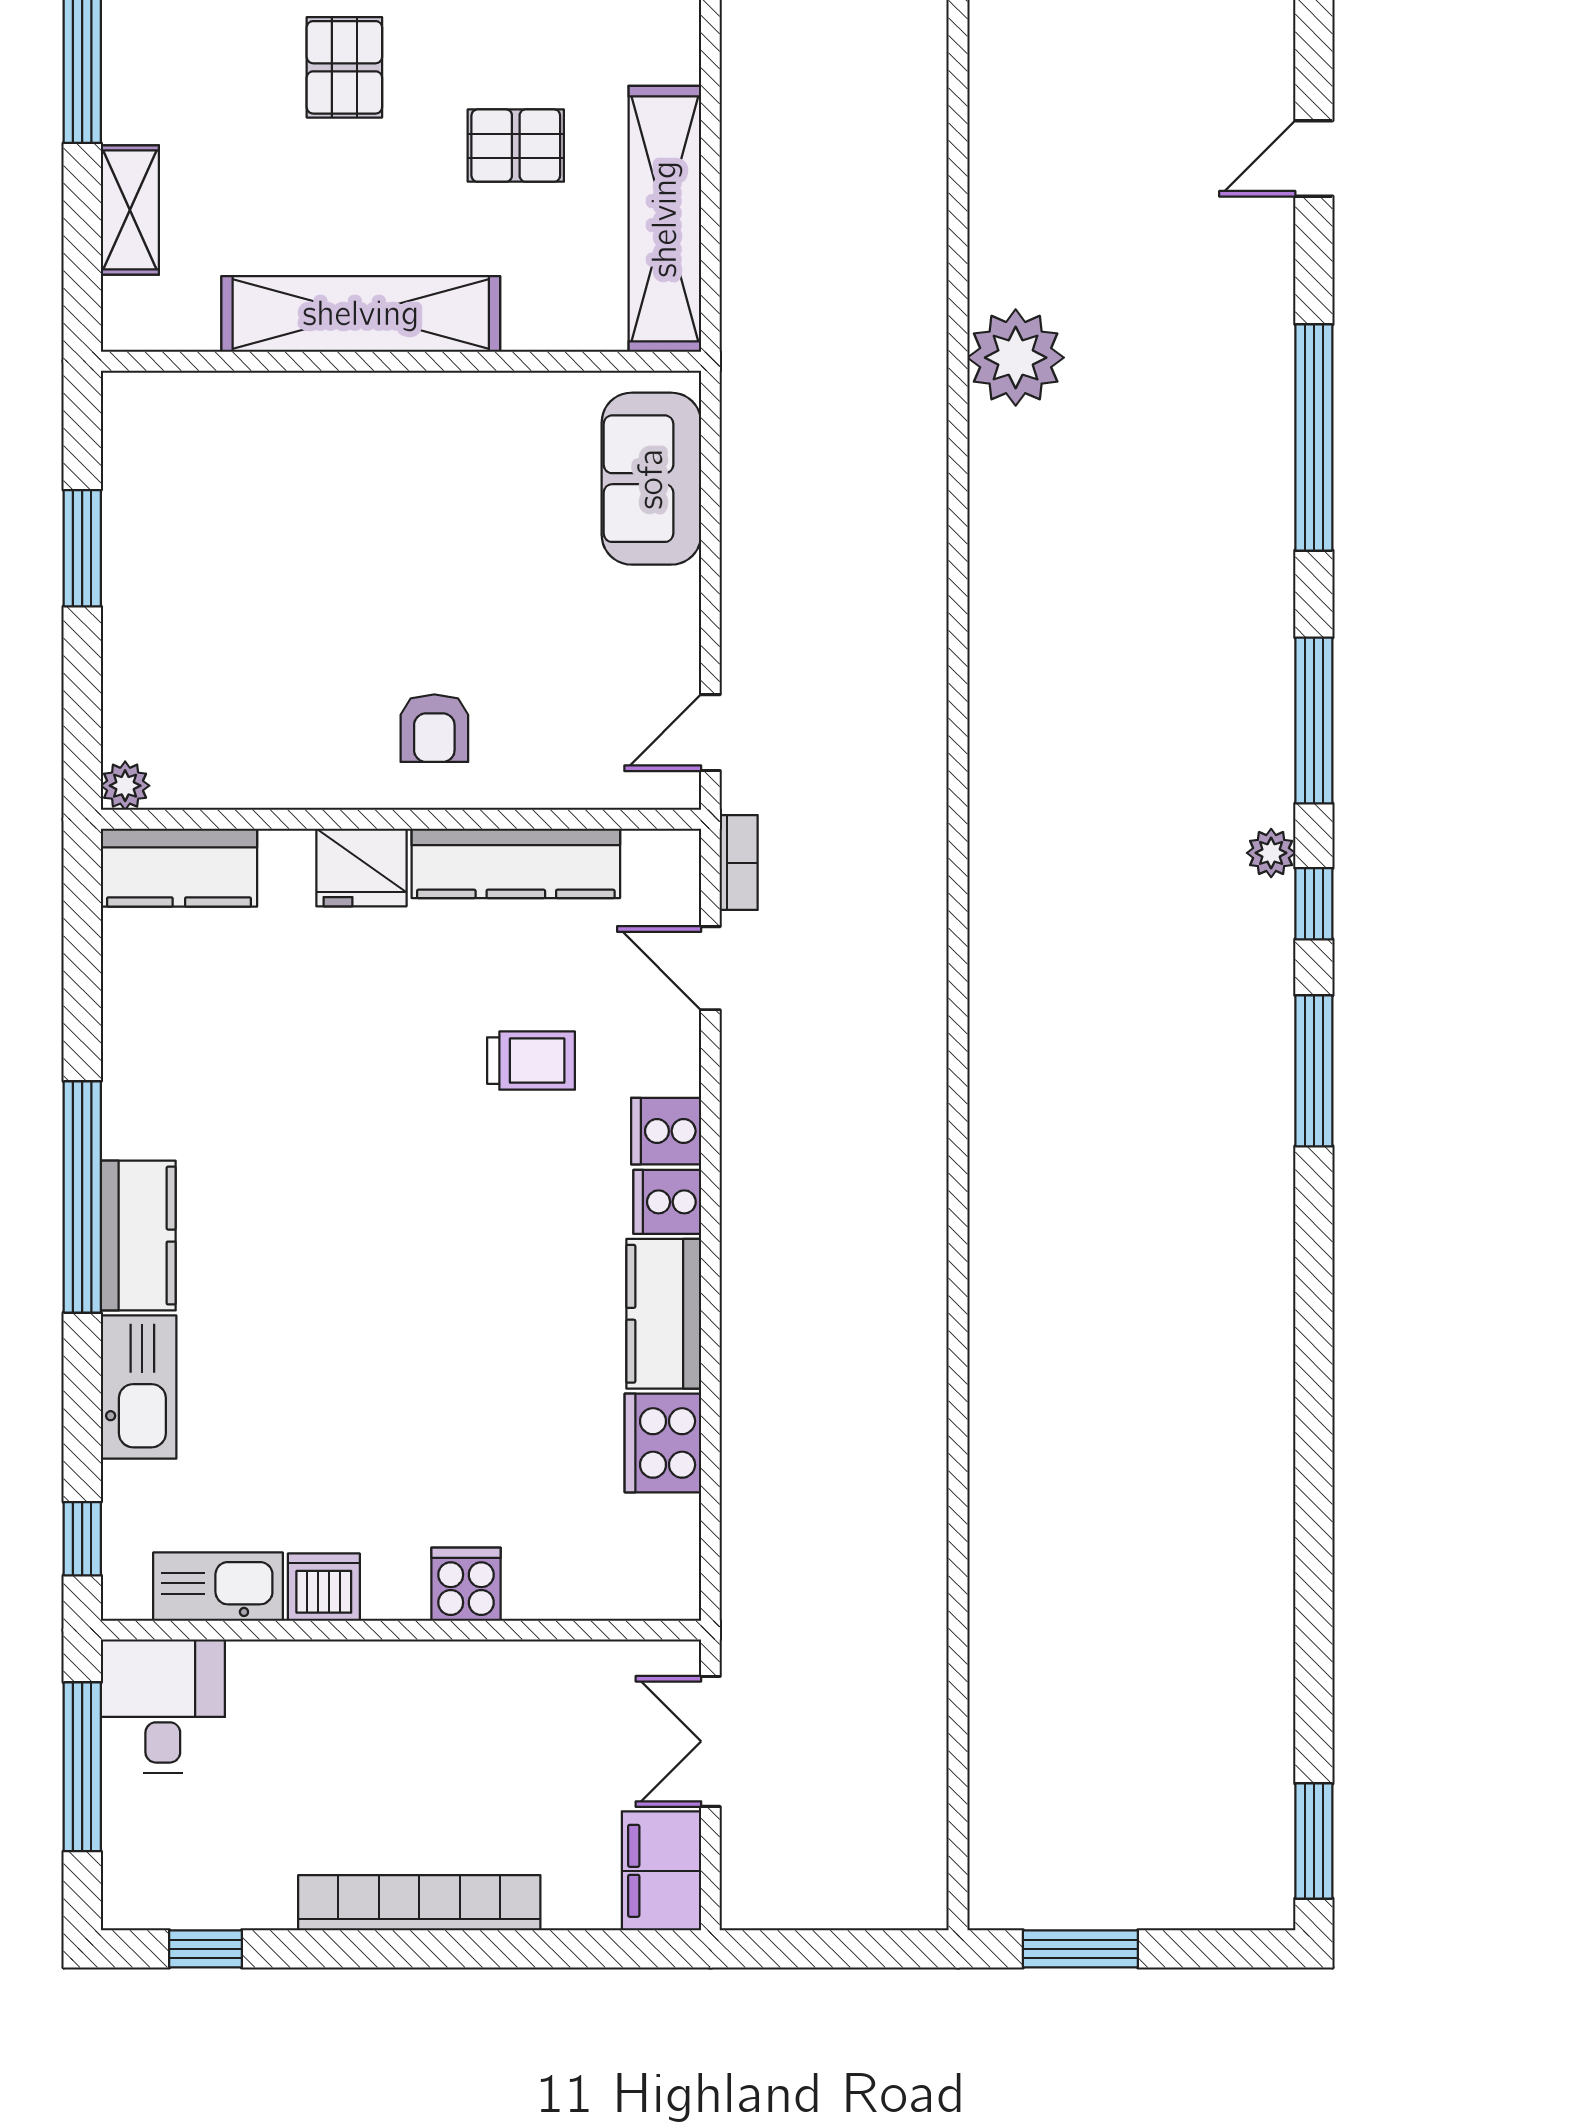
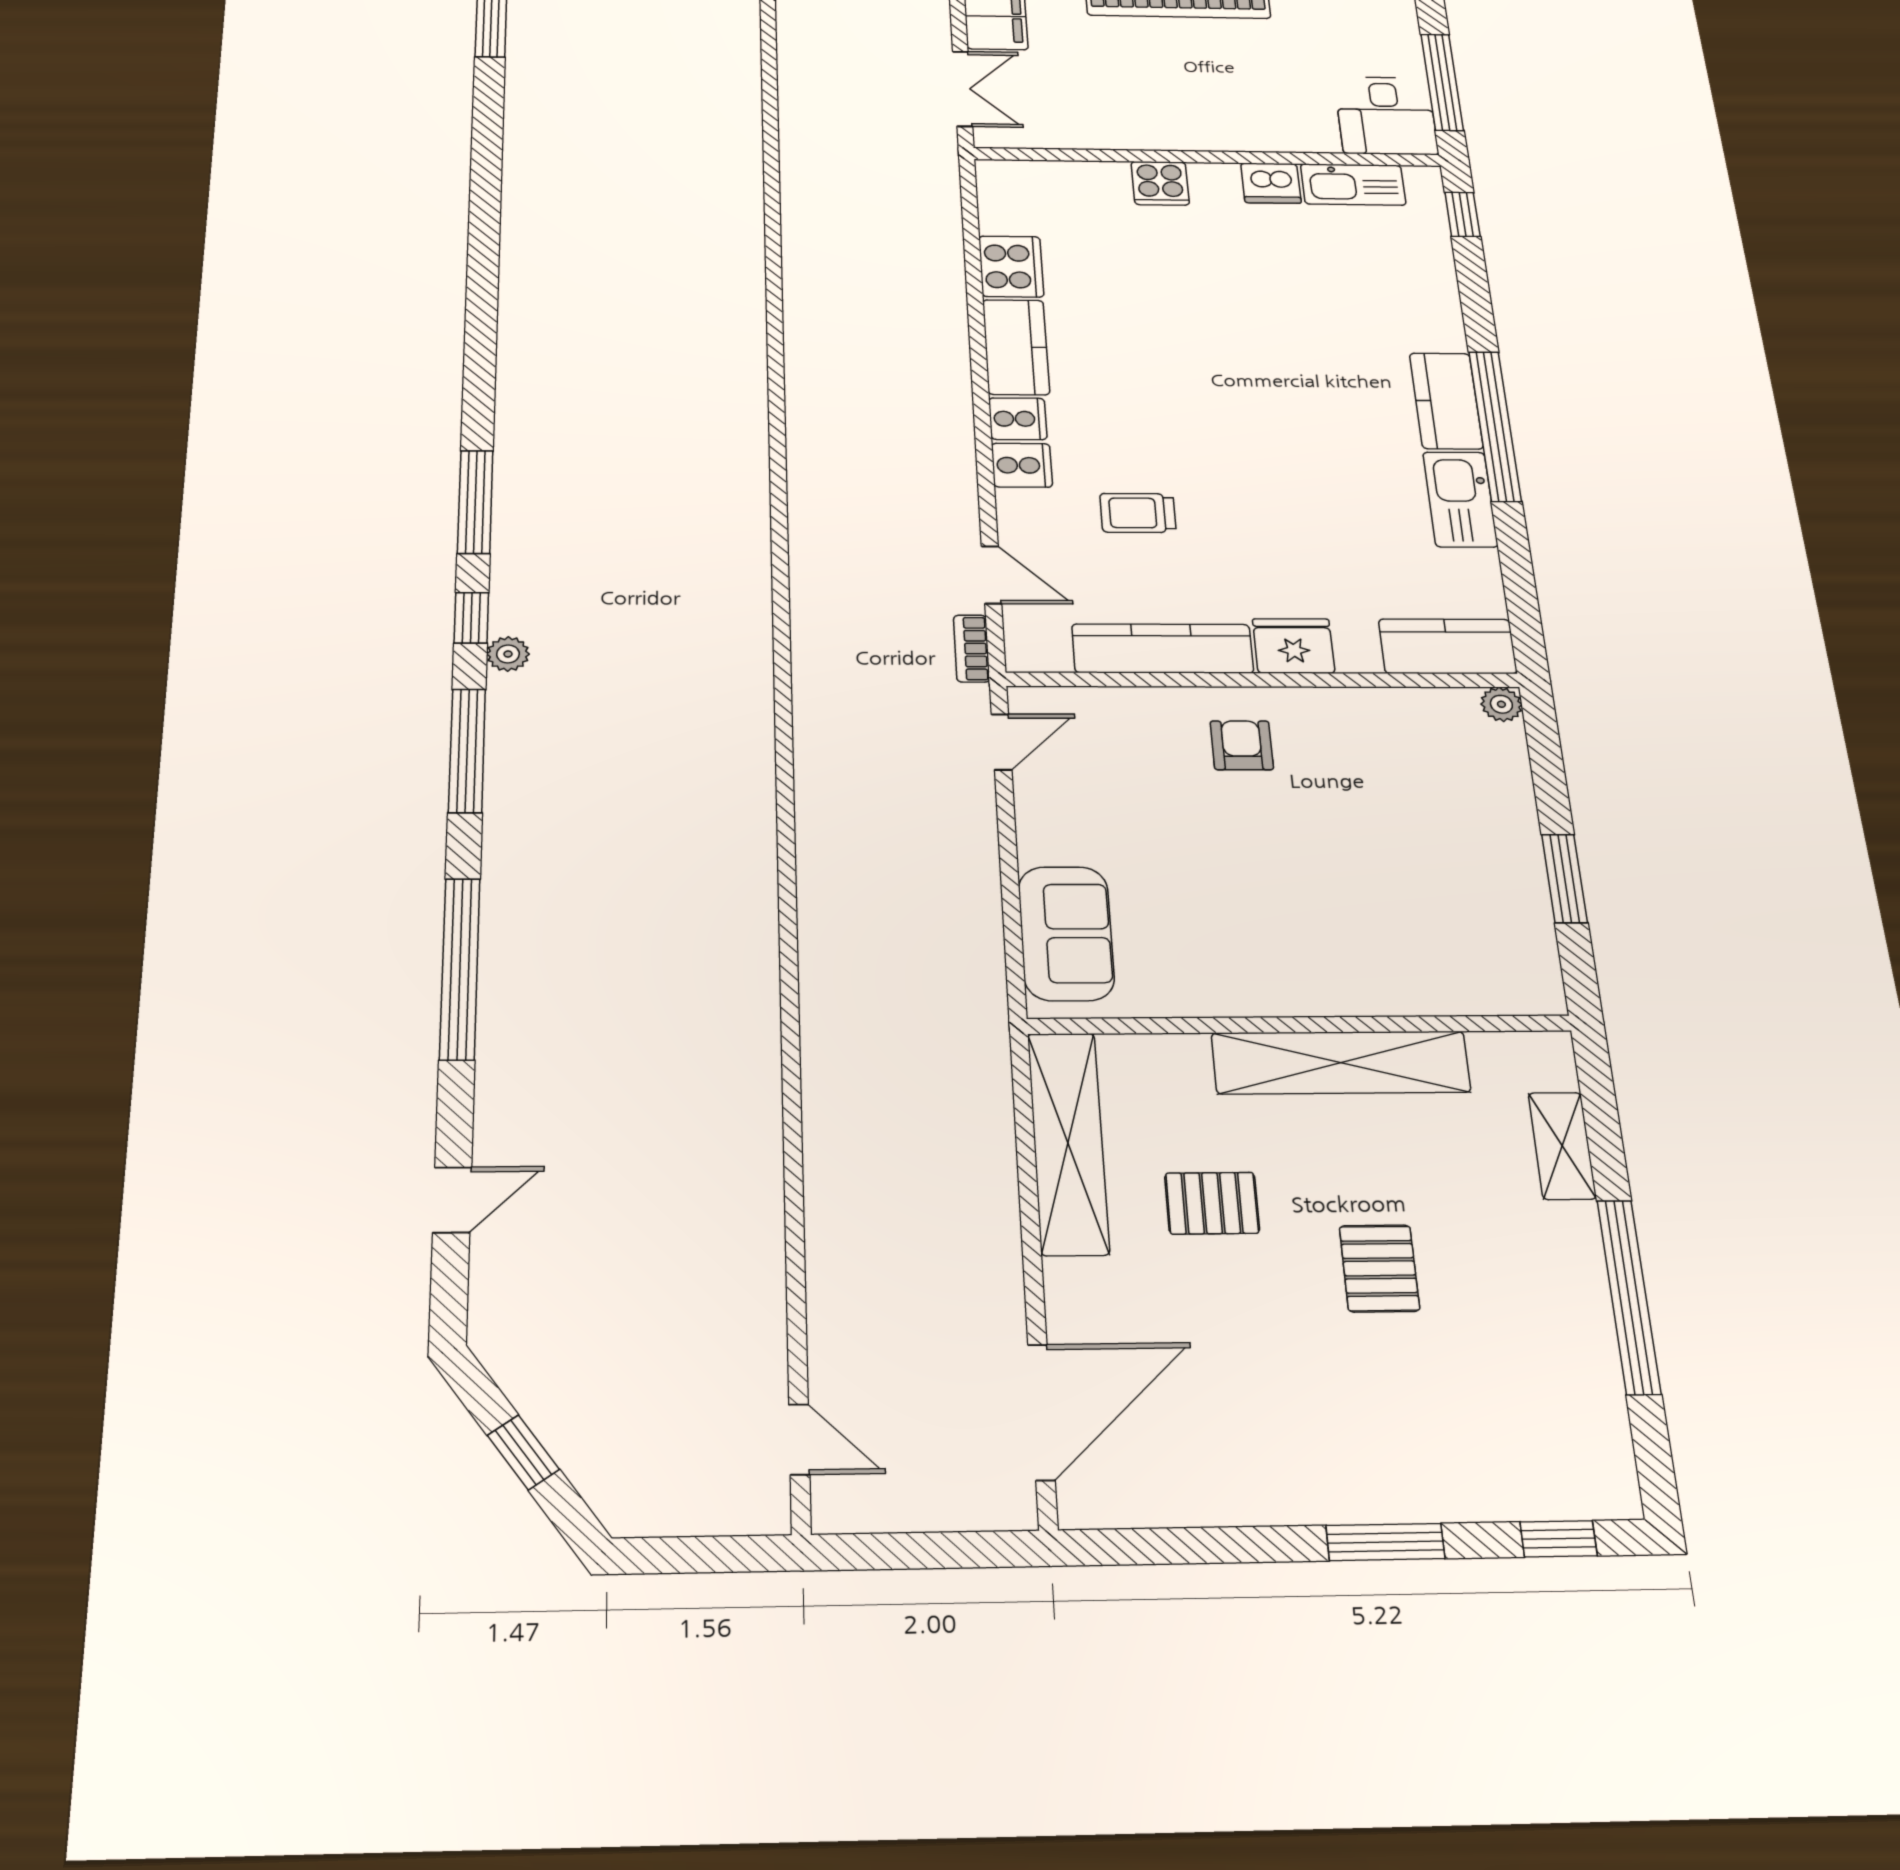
plant: (1016, 358) -> (737, 1031), removed
kitchen sink: (139, 1387) -> (1460, 499), moved

